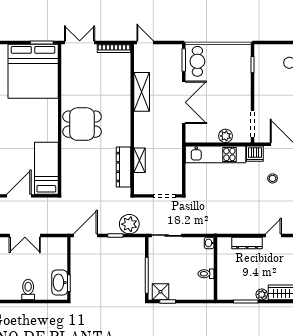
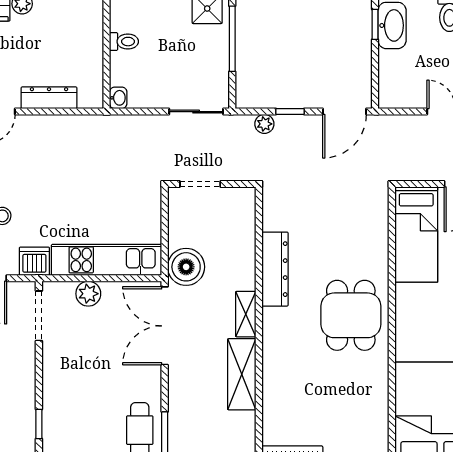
double door: (184, 102) -> (165, 326), moved
dining table: (82, 124) -> (351, 315), turned 90
boiler: (172, 151) -> (186, 267), added
shelving: (139, 160) -> (246, 314), moved
dresser: (123, 167) -> (275, 269), moved
plant: (129, 224) -> (264, 124), width x0.53, depth x0.53

